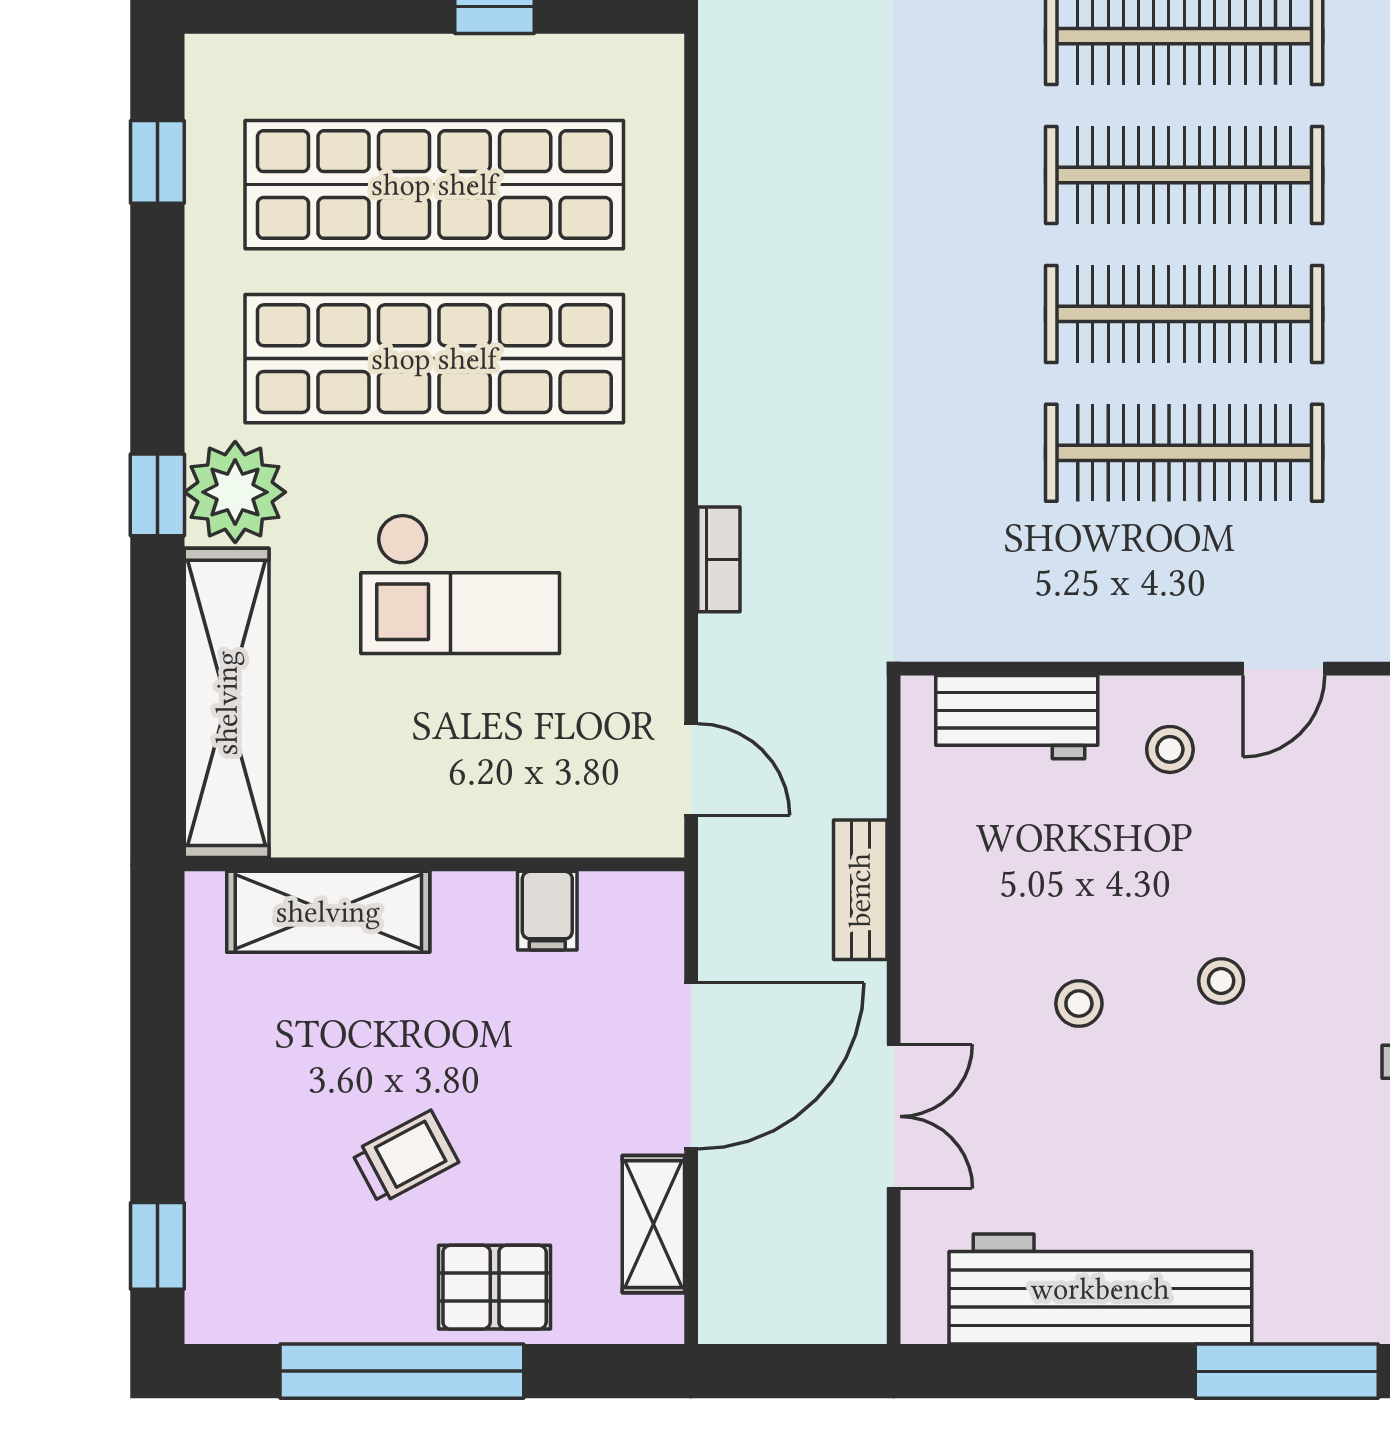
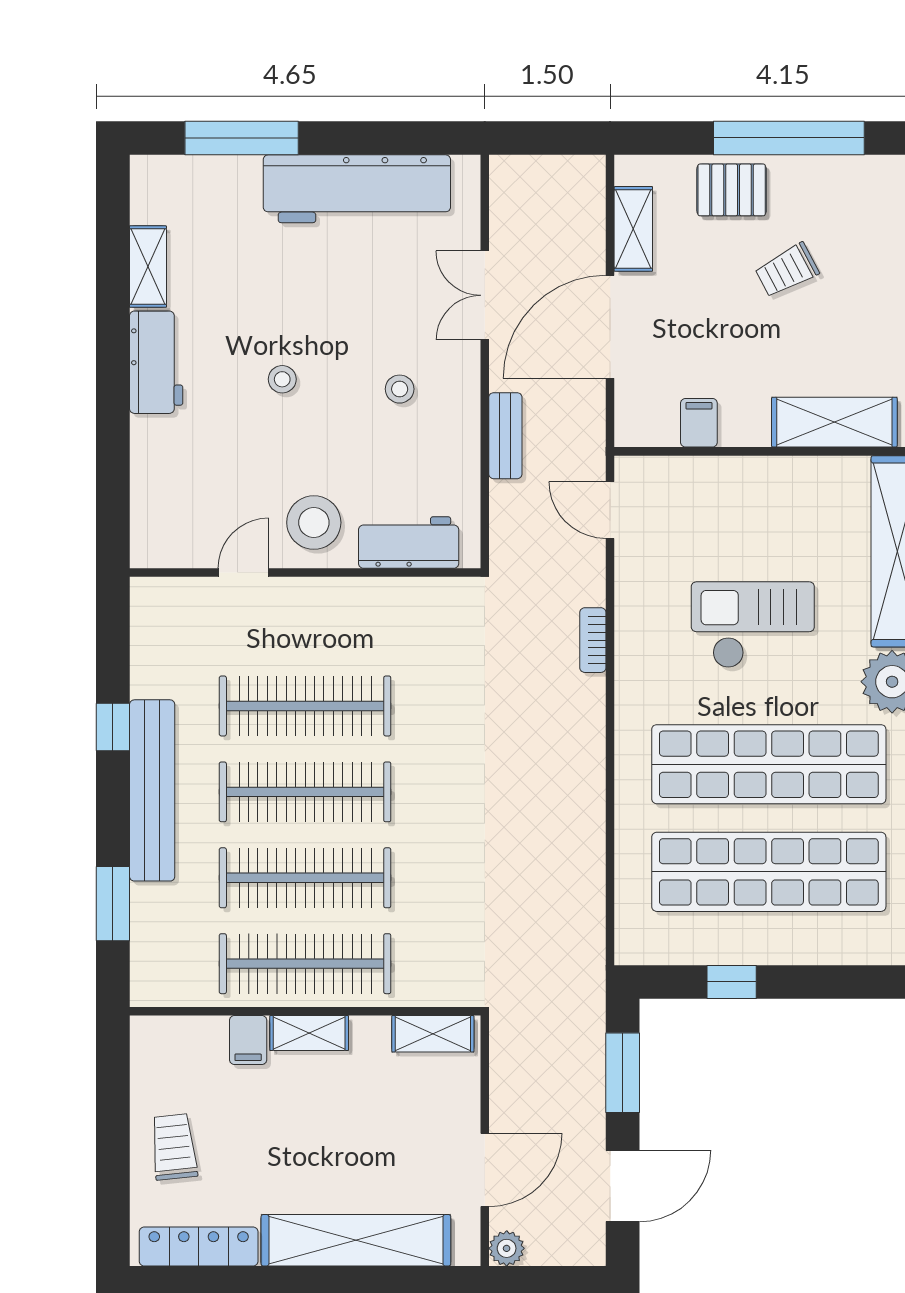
stool: (1170, 749) -> (314, 523), width x1.89, depth x1.89
stool: (1079, 1004) -> (400, 389), moved

